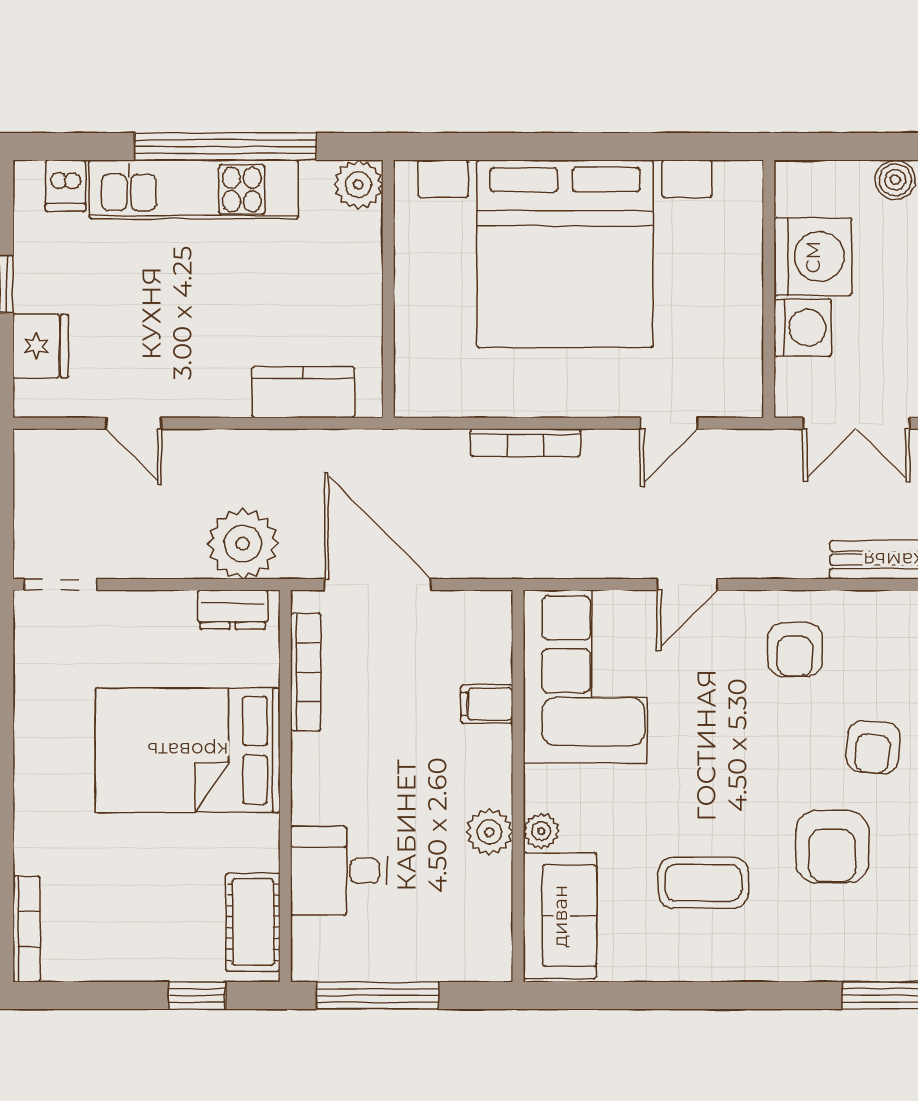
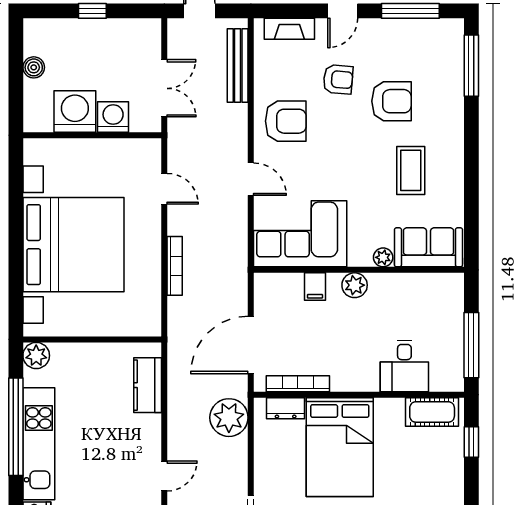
dresser: (233, 610) -> (286, 408), moved, turned 90
armchair: (795, 650) -> (286, 121), width x1.38, depth x1.38
plant: (489, 832) -> (355, 285), moved

